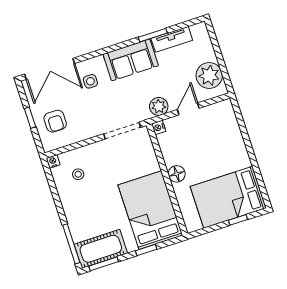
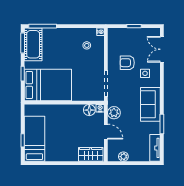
tv unit: (172, 39) -> (155, 148), moved
double door: (50, 69) -> (162, 49), width x0.73
plant: (209, 75) -> (123, 157), width x0.53, depth x0.53
wardrobe: (227, 120) -> (91, 154), added
armchair: (55, 121) -> (127, 63), moved
floor lamp: (177, 174) -> (89, 110), moved
bed: (228, 197) -> (34, 139), width x0.67

